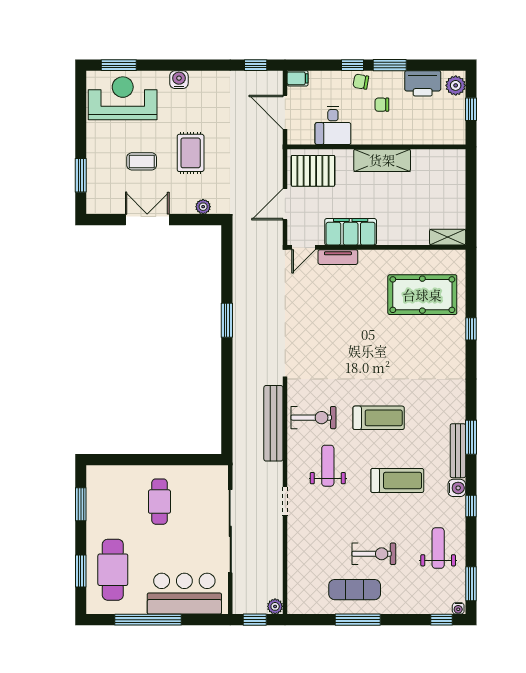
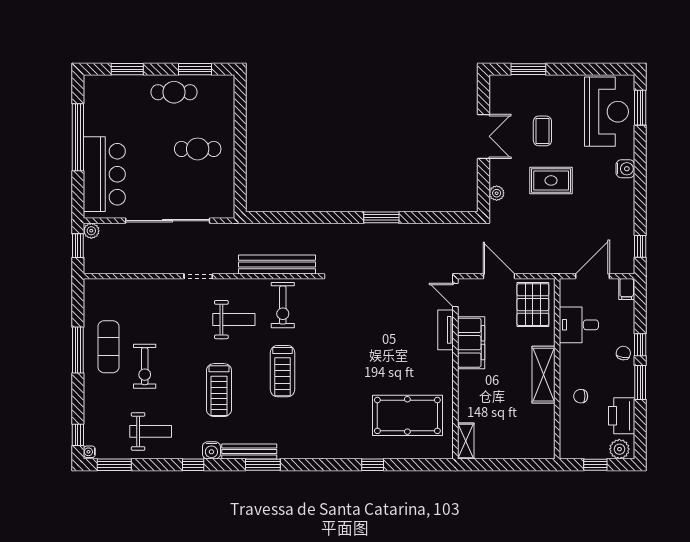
chair: (382, 105) -> (581, 396), moved, turned -90
pool table: (422, 295) -> (407, 415), turned 90
cafe table: (113, 570) -> (174, 92), moved, width x0.73, depth x0.74
plant: (275, 606) -> (91, 231), moved

